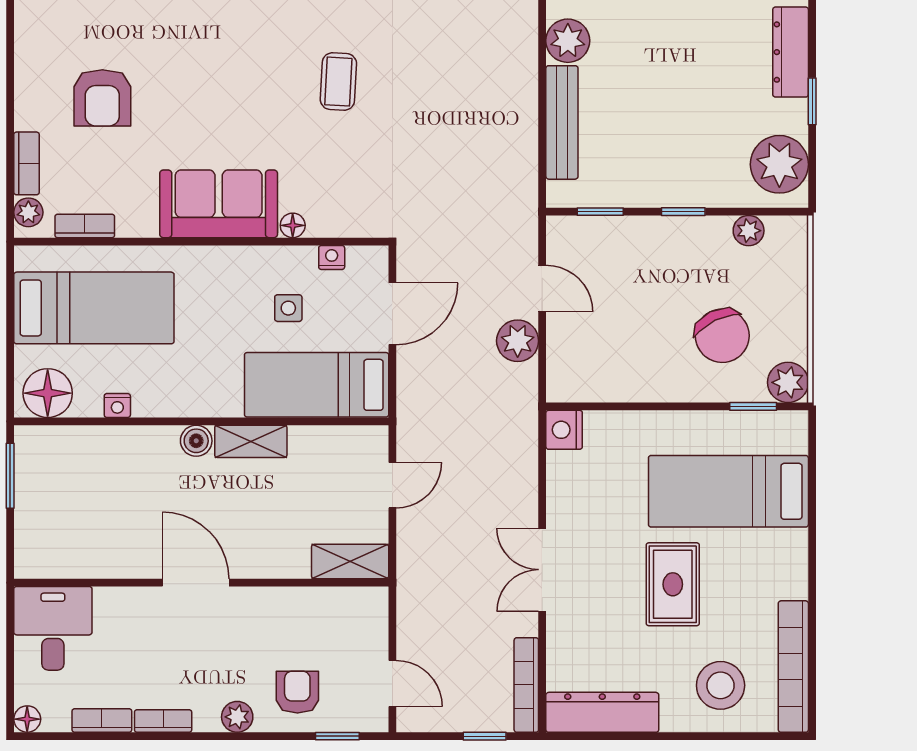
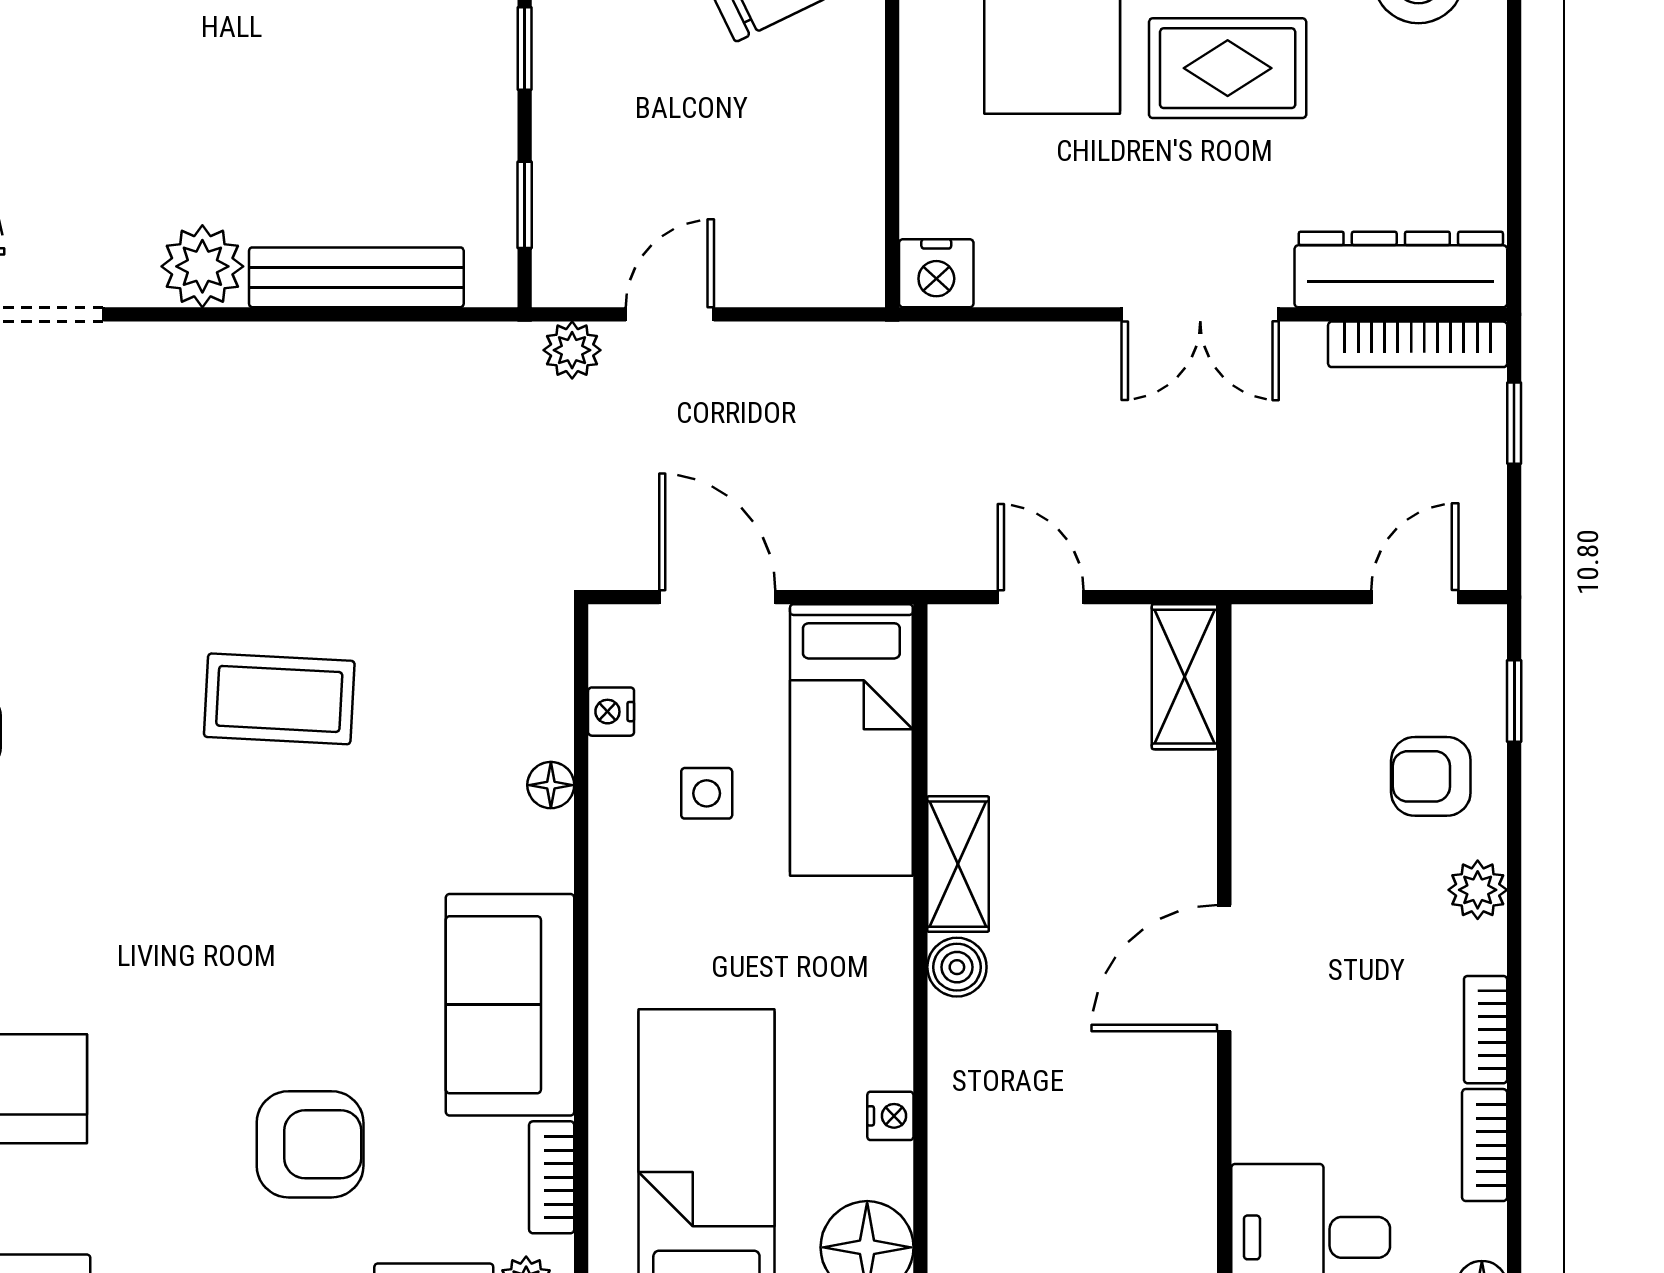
coffee table: (338, 82) -> (279, 699), width x1.36, depth x1.30
sofa: (219, 204) -> (510, 1005), moved
plant: (518, 341) -> (572, 350), moved, width x0.73, depth x0.73
dresser: (602, 712) -> (1401, 269), moved, turned 90

